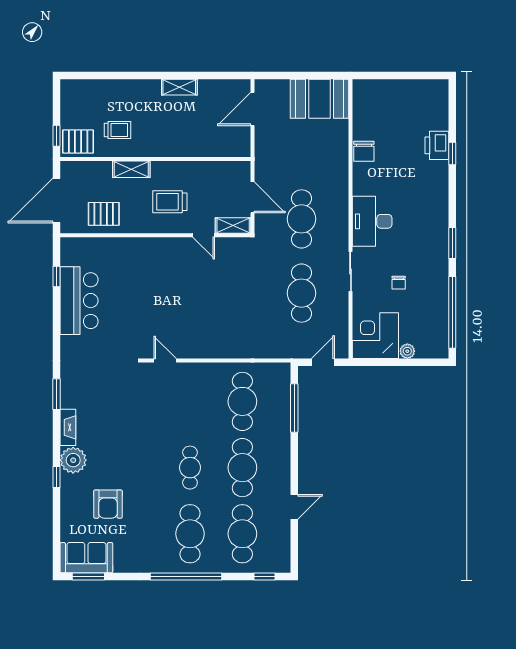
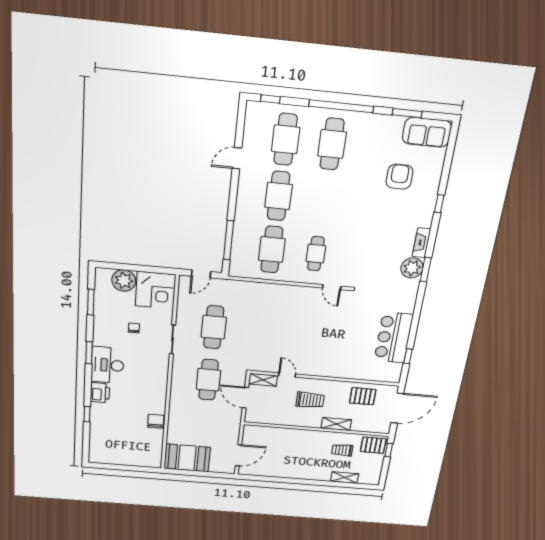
shelving: (179, 87) -> (345, 478), moved
printer: (437, 145) -> (100, 393), moved
desk: (372, 221) -> (107, 365), moved, turned 180
window: (452, 312) -> (91, 302), width x0.47
plant: (407, 351) -> (124, 281), width x1.88, depth x1.88
plant: (73, 460) -> (412, 268), moved
cafe table: (190, 468) -> (316, 254), moved
window: (88, 577) -> (407, 113), moved

